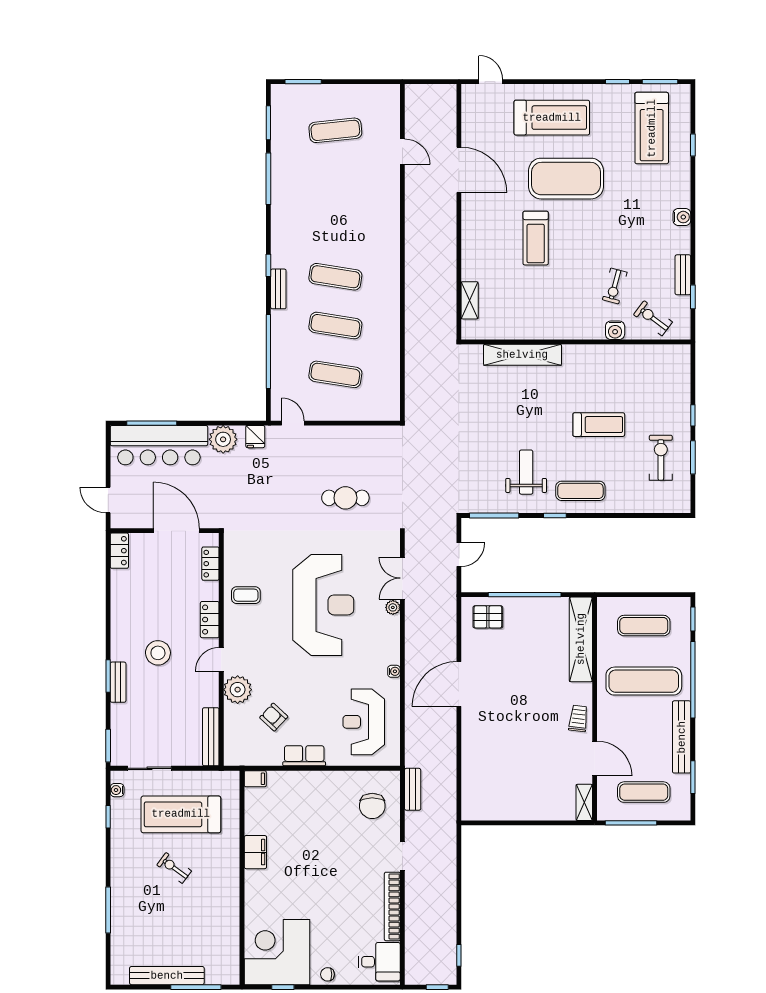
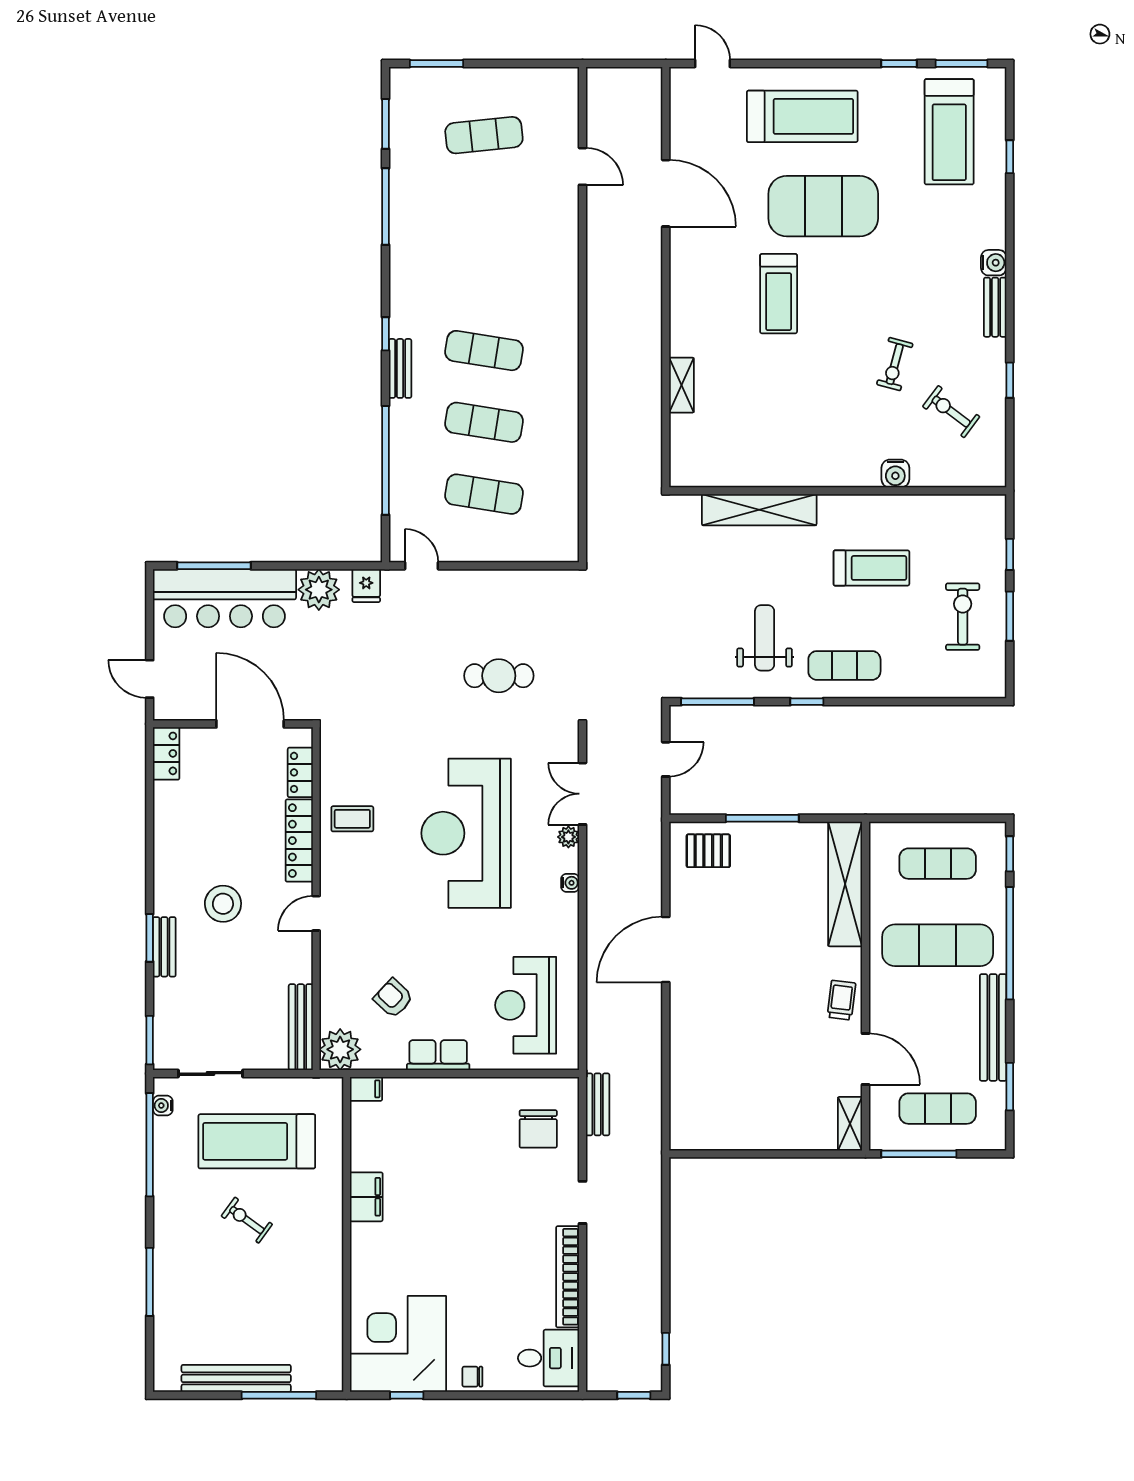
bench: (683, 275) -> (995, 307), moved
water cooler: (615, 330) -> (895, 474), moved
wall: (576, 342) -> (838, 491), moved
shelving: (522, 355) -> (759, 510), moved
window: (525, 595) -> (762, 818), width x0.68
reception desk: (323, 605) -> (466, 833), turned 180
locker: (210, 620) -> (299, 841), width x1.53
water cooler: (394, 671) -> (570, 883), moved
plant: (238, 690) -> (340, 1049), moved
window: (108, 817) -> (150, 1145), width x3.17

